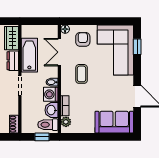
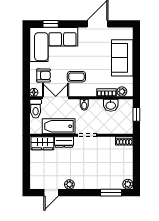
armchair: (83, 39) -> (43, 75), turned 180
double door: (59, 52) -> (56, 98), swing flipped
washing machine: (51, 94) -> (96, 106), removed
sofa: (114, 122) -> (122, 58), moved
toilet: (48, 125) -> (36, 109), moved

